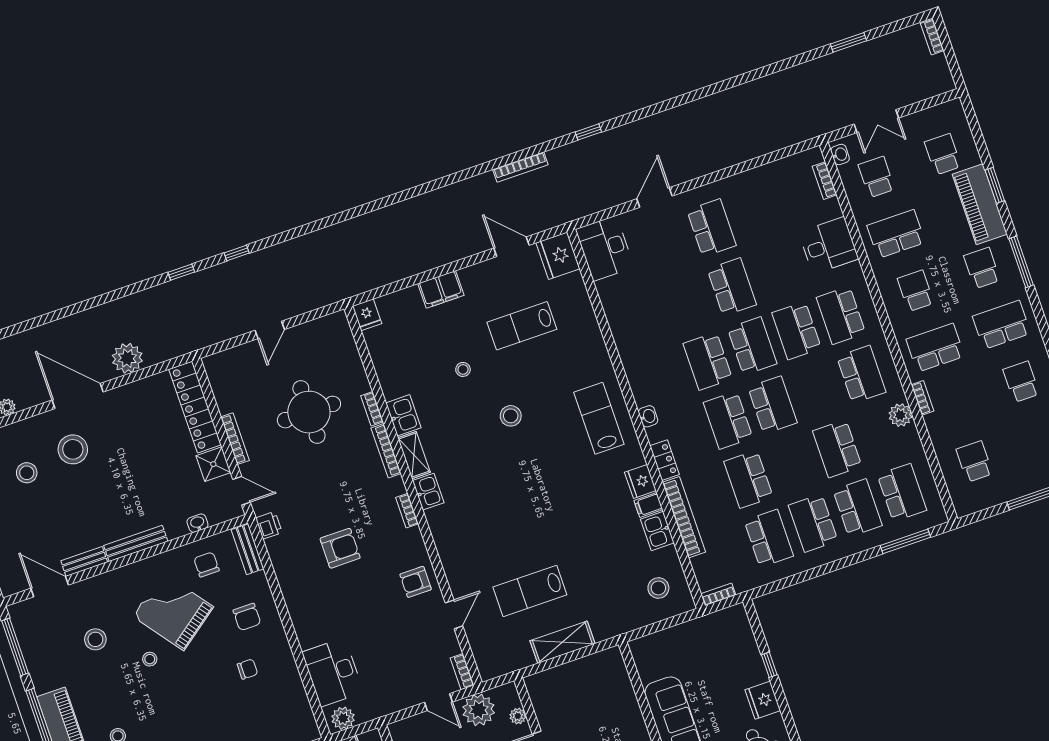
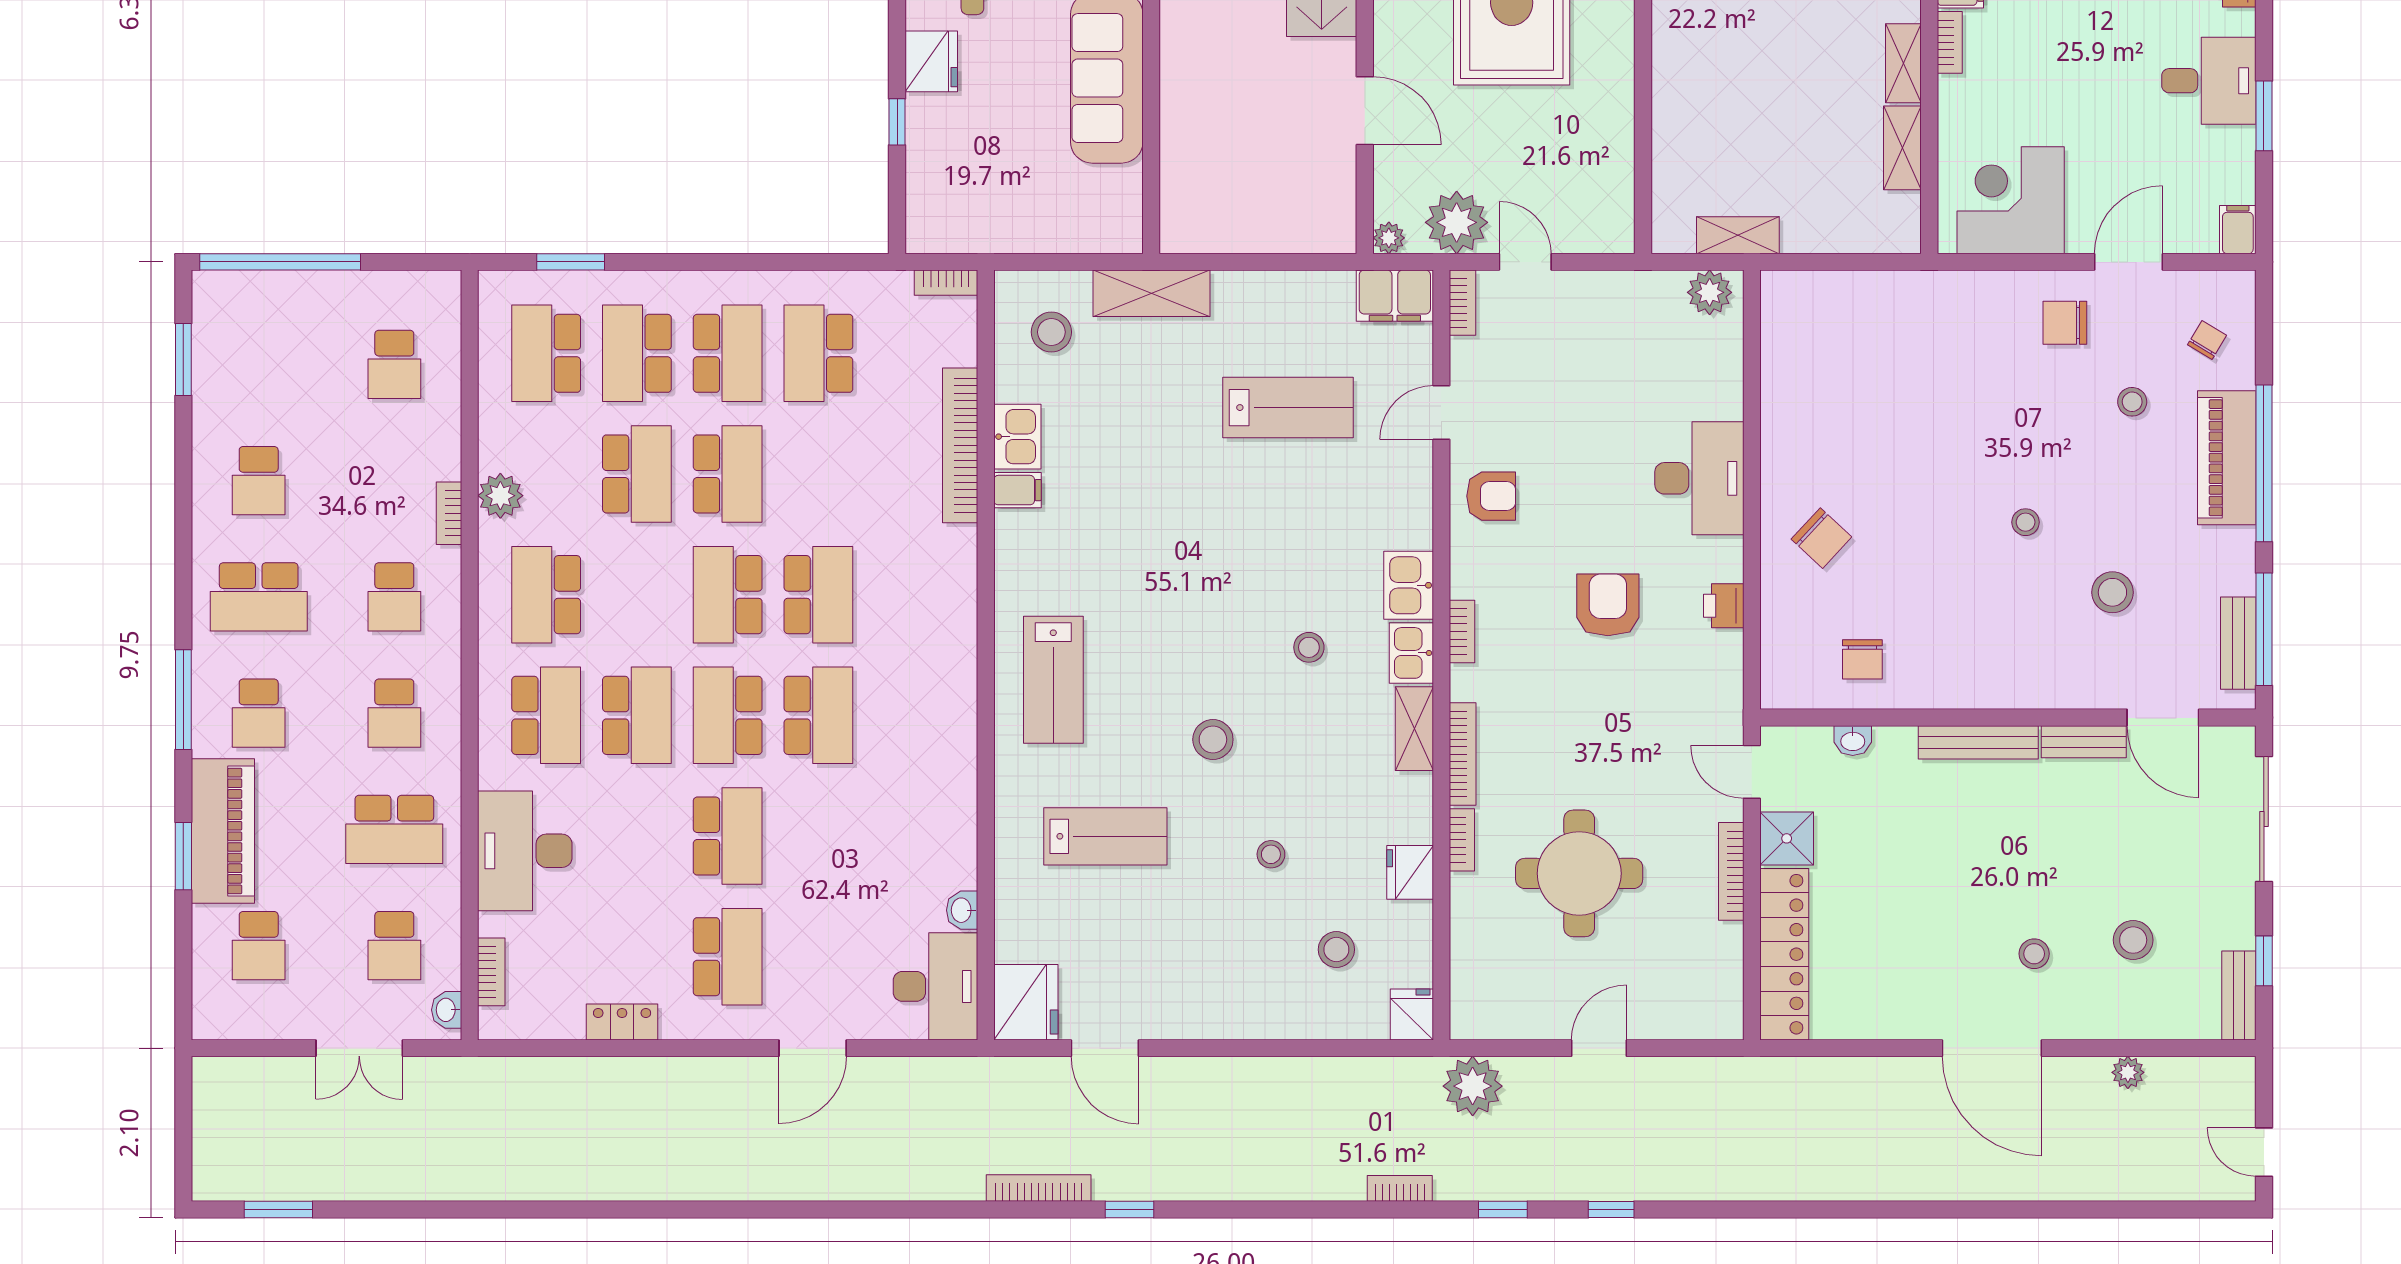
bookcase: (932, 37) -> (1400, 1188), moved, turned -90
window: (848, 42) -> (278, 1209), moved
double door: (876, 121) -> (359, 1048), swing flipped
window: (588, 132) -> (1129, 1209), moved
school desk: (711, 228) -> (728, 957), turned 180
desk: (829, 245) -> (525, 851), width x1.37
window: (181, 272) -> (1503, 1209), moved
school desk: (732, 287) -> (728, 836), turned 180
filing cabinet: (441, 289) -> (1395, 296), moved, turned 180
lab bench: (522, 326) -> (1105, 836), moved
stool: (415, 334) -> (1336, 950), added
school desk: (935, 348) -> (394, 597), width x0.54
plant: (127, 358) -> (1473, 1086), moved
kitchen sink: (403, 415) -> (1409, 585), moved
washbasin: (648, 416) -> (962, 910), moved
stool: (73, 449) -> (2034, 954), width x0.53, depth x0.53
locker: (665, 460) -> (622, 1022), moved, turned 90
stool: (479, 477) -> (1309, 647), added
school desk: (748, 479) -> (728, 474), moved
fridge: (640, 481) -> (1410, 872), moved, turned 180
printer: (269, 525) -> (1724, 606), moved
window: (905, 541) -> (571, 262), width x0.69
armchair: (340, 548) -> (1608, 605), turned 90
bench: (248, 549) -> (2238, 643), moved
grand piano: (173, 612) -> (1953, 594), removed
chair: (247, 617) -> (1821, 538), turned 133
shelving: (562, 642) -> (1152, 293), moved
chair: (247, 669) -> (1853, 442), removed
desk: (333, 672) -> (1699, 478), moved
plant: (518, 716) -> (1389, 238), moved

